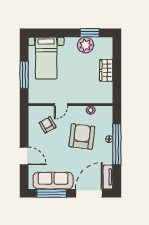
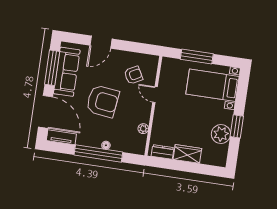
window: (90, 33) -> (237, 126), moved
dresser: (108, 91) -> (163, 152), added
armchair: (82, 136) -> (103, 101), moved

